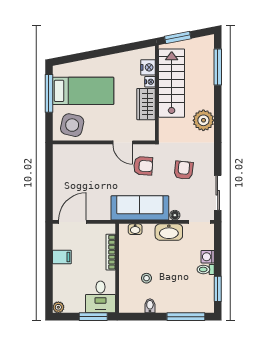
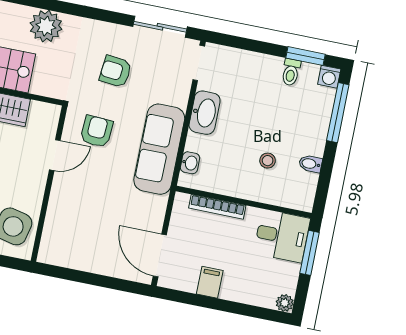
floor lamp: (175, 215) -> (181, 98), removed
washing machine: (208, 257) -> (329, 77), moved
toilet: (206, 269) -> (291, 72), moved

